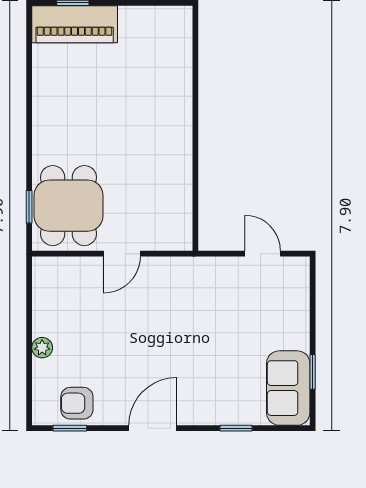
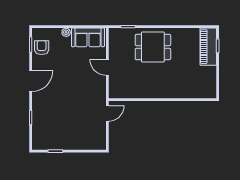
dining table: (69, 206) -> (153, 47), moved
door: (263, 254) -> (107, 113), moved
sofa: (288, 388) -> (88, 37), moved, turned 180
door: (153, 428) -> (31, 81), hinge flipped

